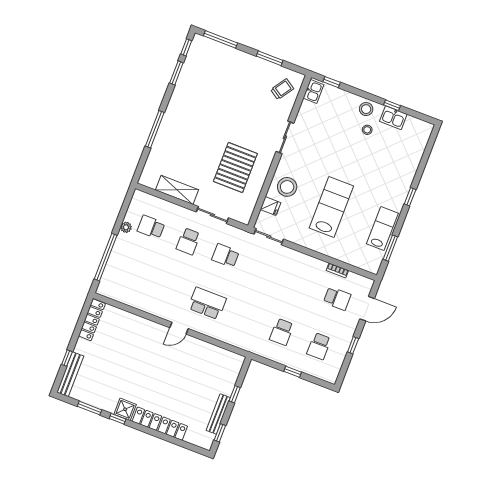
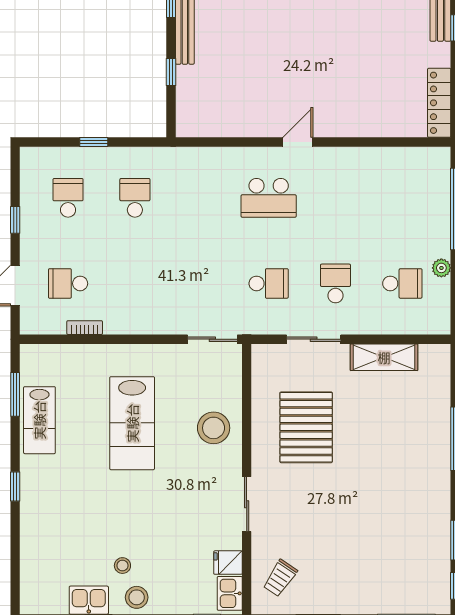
fridge: (271, 206) -> (228, 563), moved

